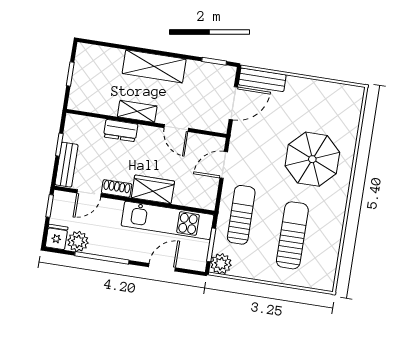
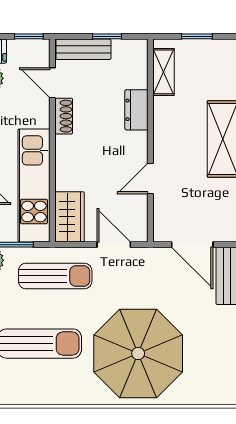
shelving: (137, 111) -> (163, 72), moved
parasol: (312, 159) -> (138, 353), width x1.36, depth x1.36
wardrobe: (153, 189) -> (70, 217), moved

